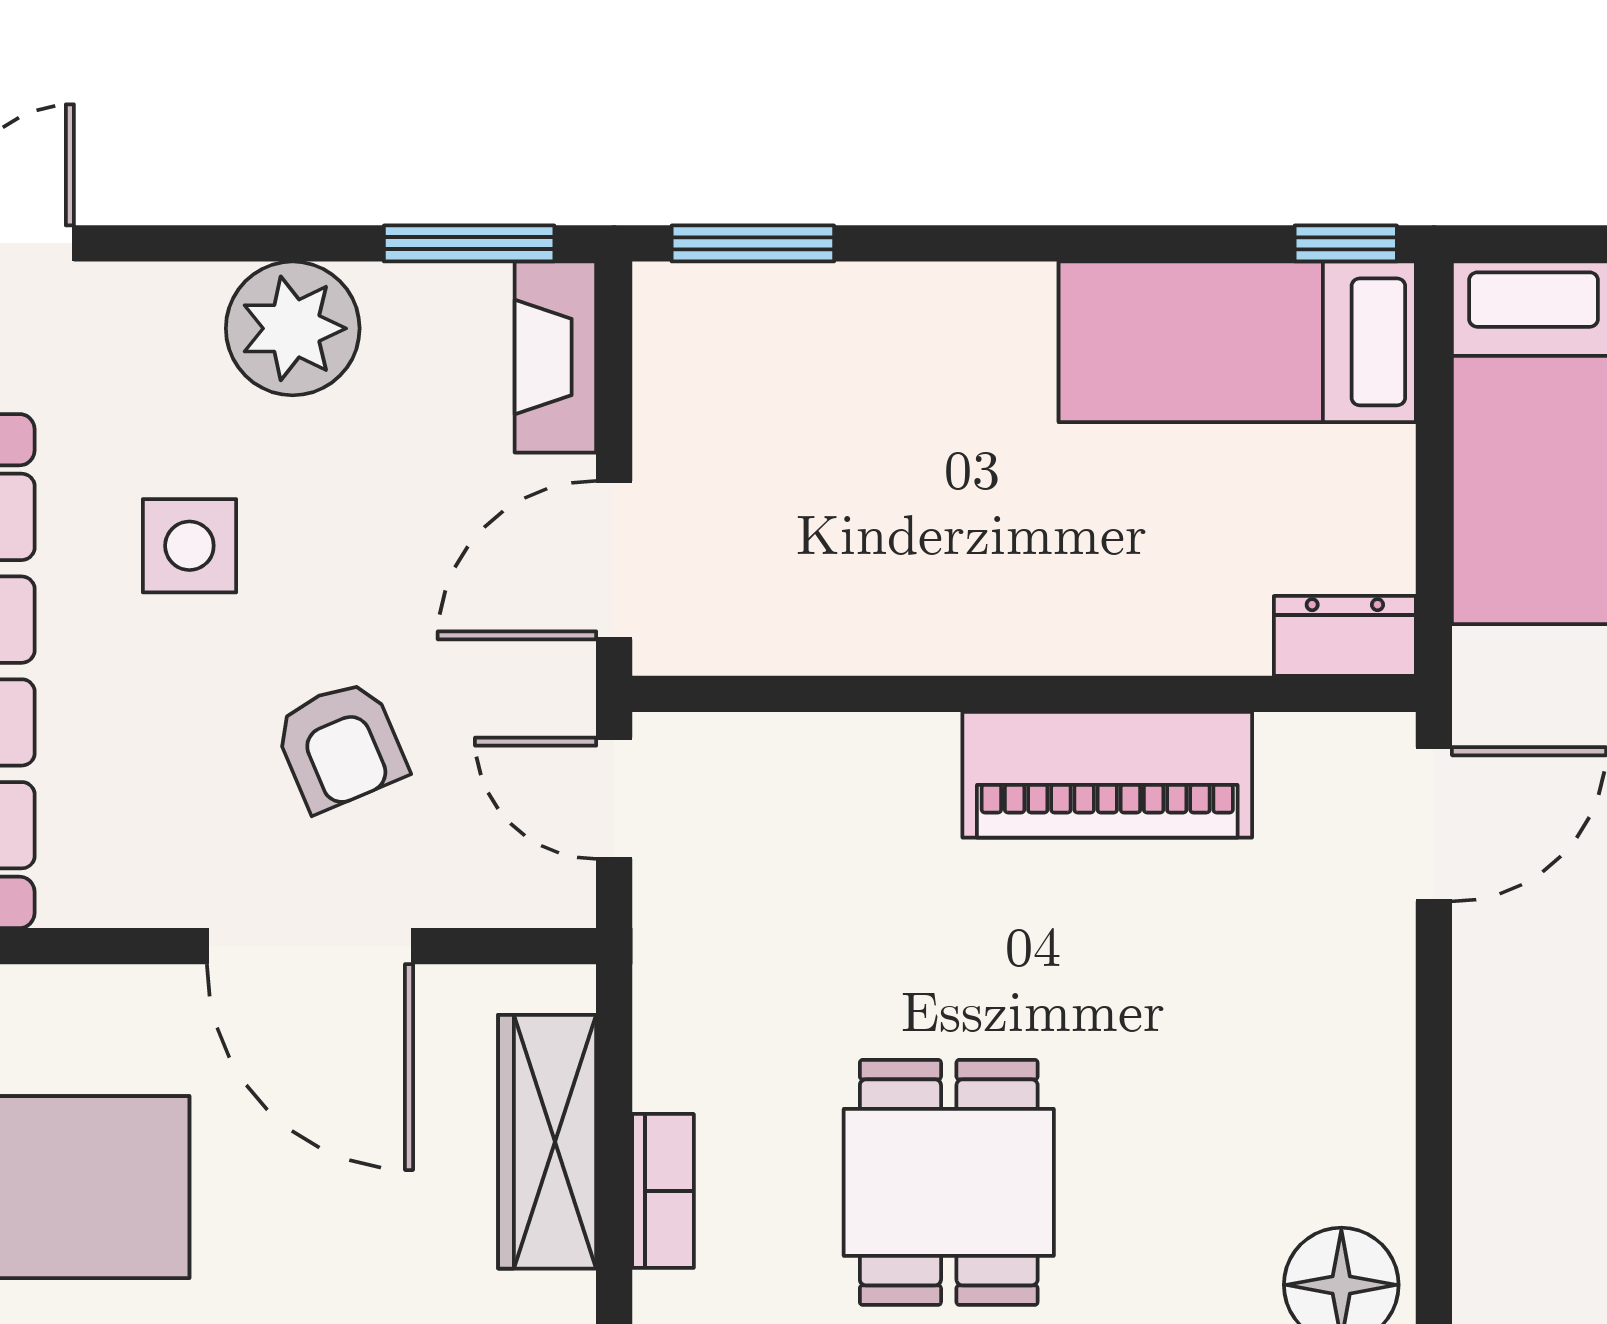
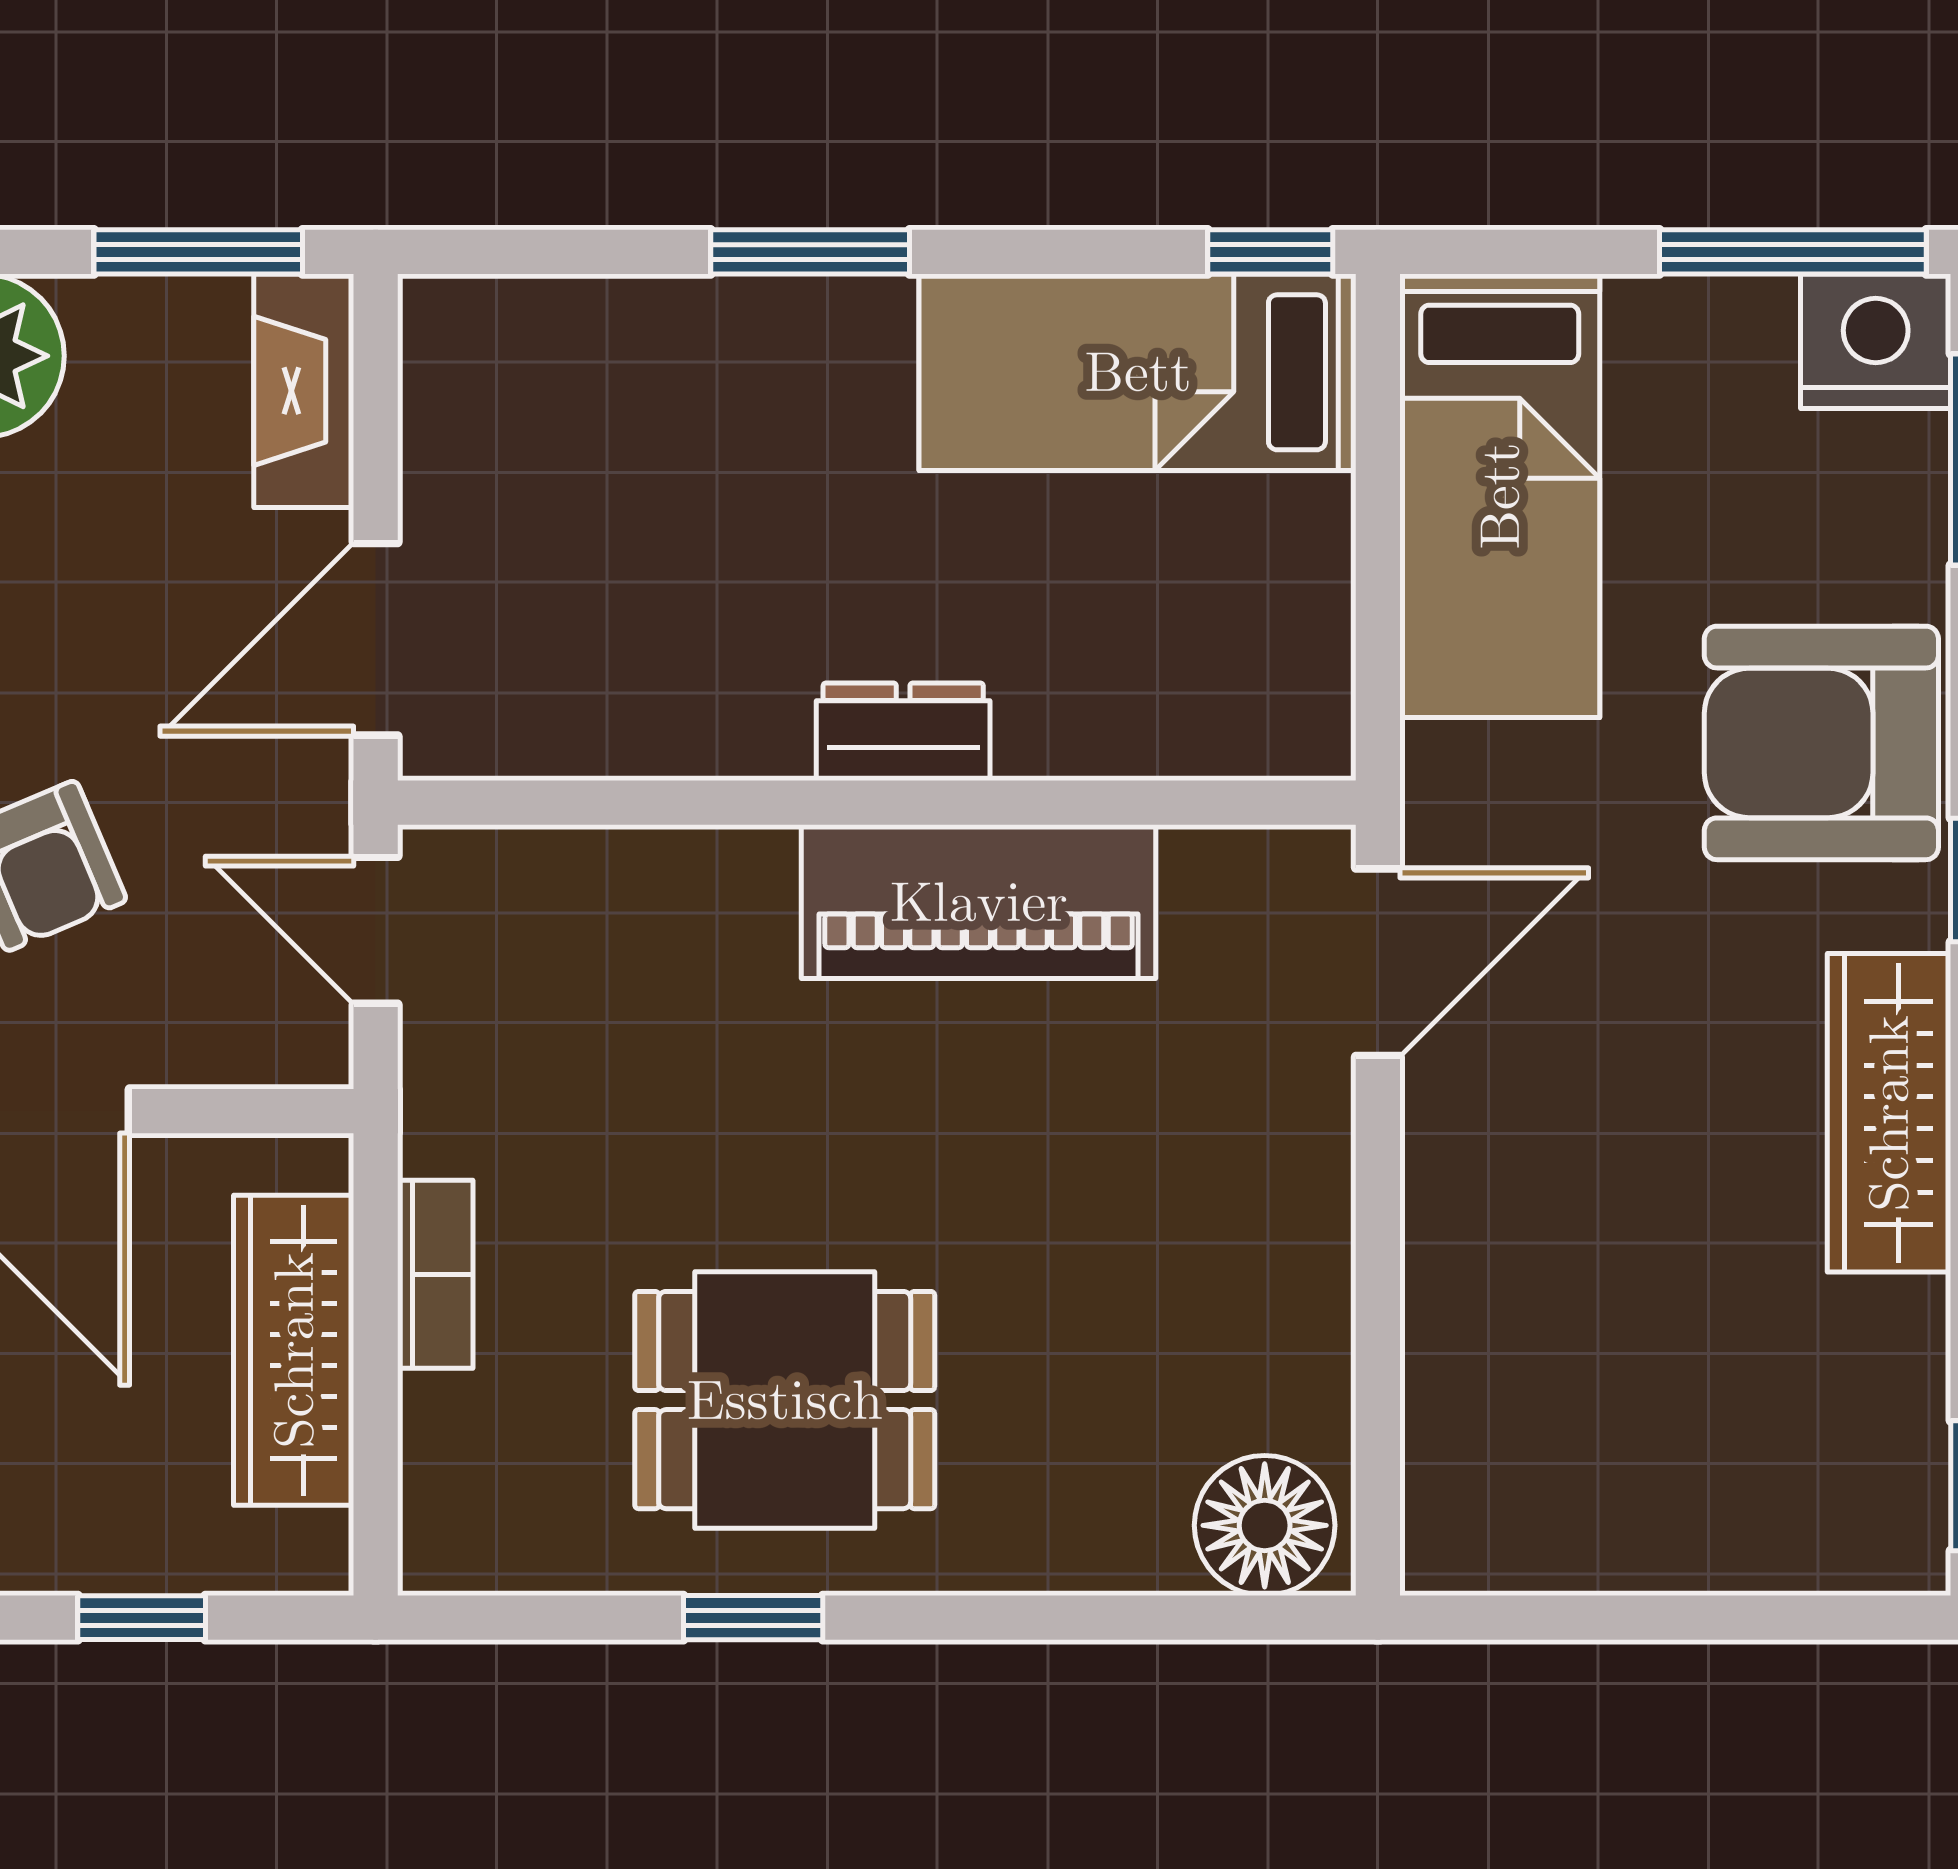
window: (753, 243) -> (810, 252), moved
dresser: (1345, 636) -> (903, 732), moved
dining table: (949, 1182) -> (785, 1400), turned 90
bookcase: (663, 1191) -> (435, 1274), moved

